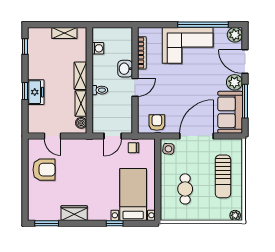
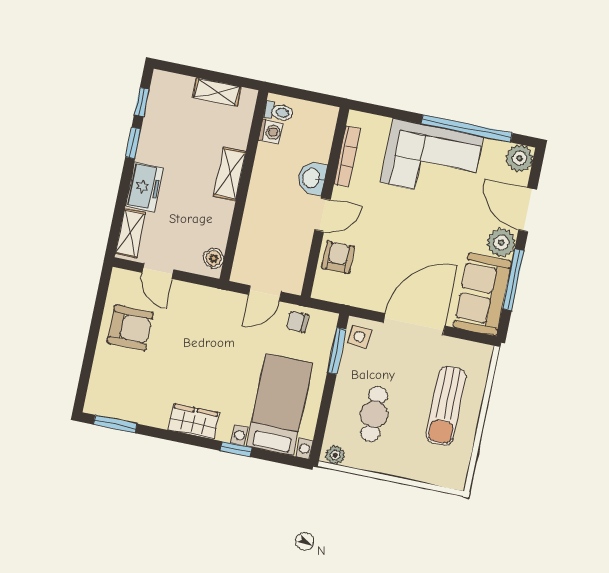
toilet: (100, 90) -> (279, 112), moved
window: (25, 91) -> (133, 143), moved
shelving: (81, 103) -> (130, 233), moved
armchair: (157, 123) -> (338, 257), moved
window: (158, 159) -> (337, 351), added
wardrobe: (74, 213) -> (194, 421), moved
plant: (235, 215) -> (335, 455), moved

